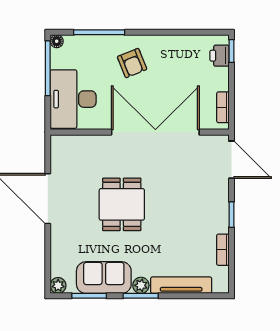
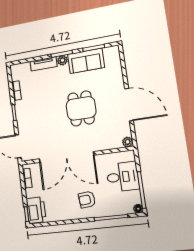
printer: (219, 56) -> (36, 210), width x1.87, depth x1.48
armchair: (132, 63) -> (87, 200), turned -73
desk: (73, 99) -> (123, 177), width x0.73
tv unit: (181, 285) -> (44, 64), width x0.71
plant: (58, 286) -> (128, 142), moved

